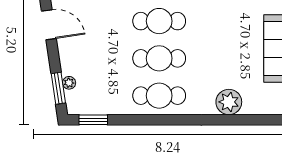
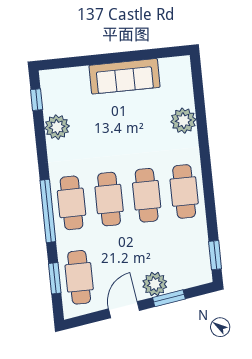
plant: (69, 83) -> (155, 284), moved, width x1.88, depth x1.88
window: (58, 88) -> (169, 298), moved

